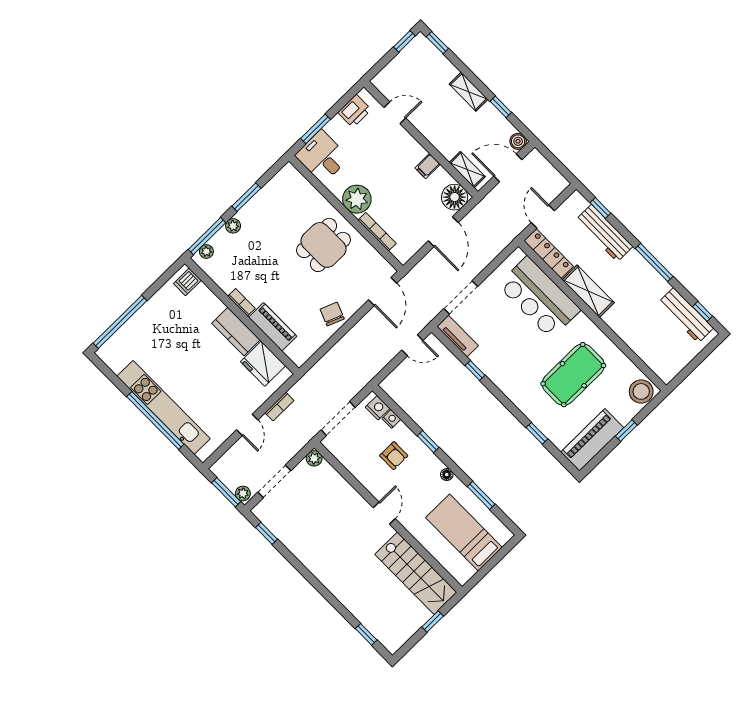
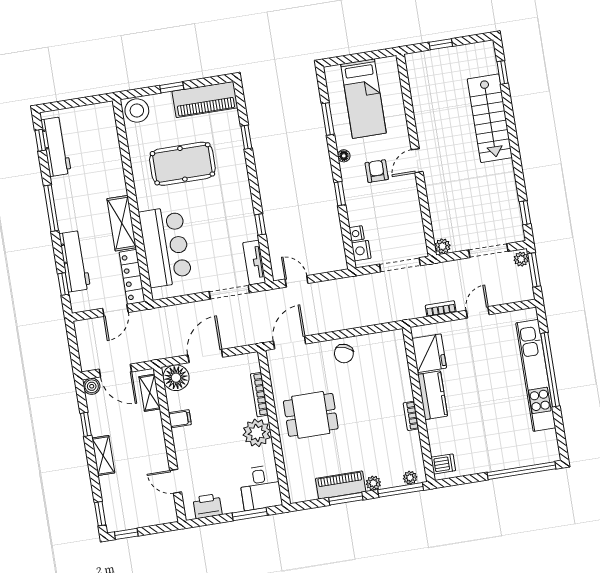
piano: (273, 327) -> (341, 485), moved, turned 90
armchair: (394, 456) -> (377, 171), moved
stairs: (416, 573) -> (490, 118), moved, turned 180

